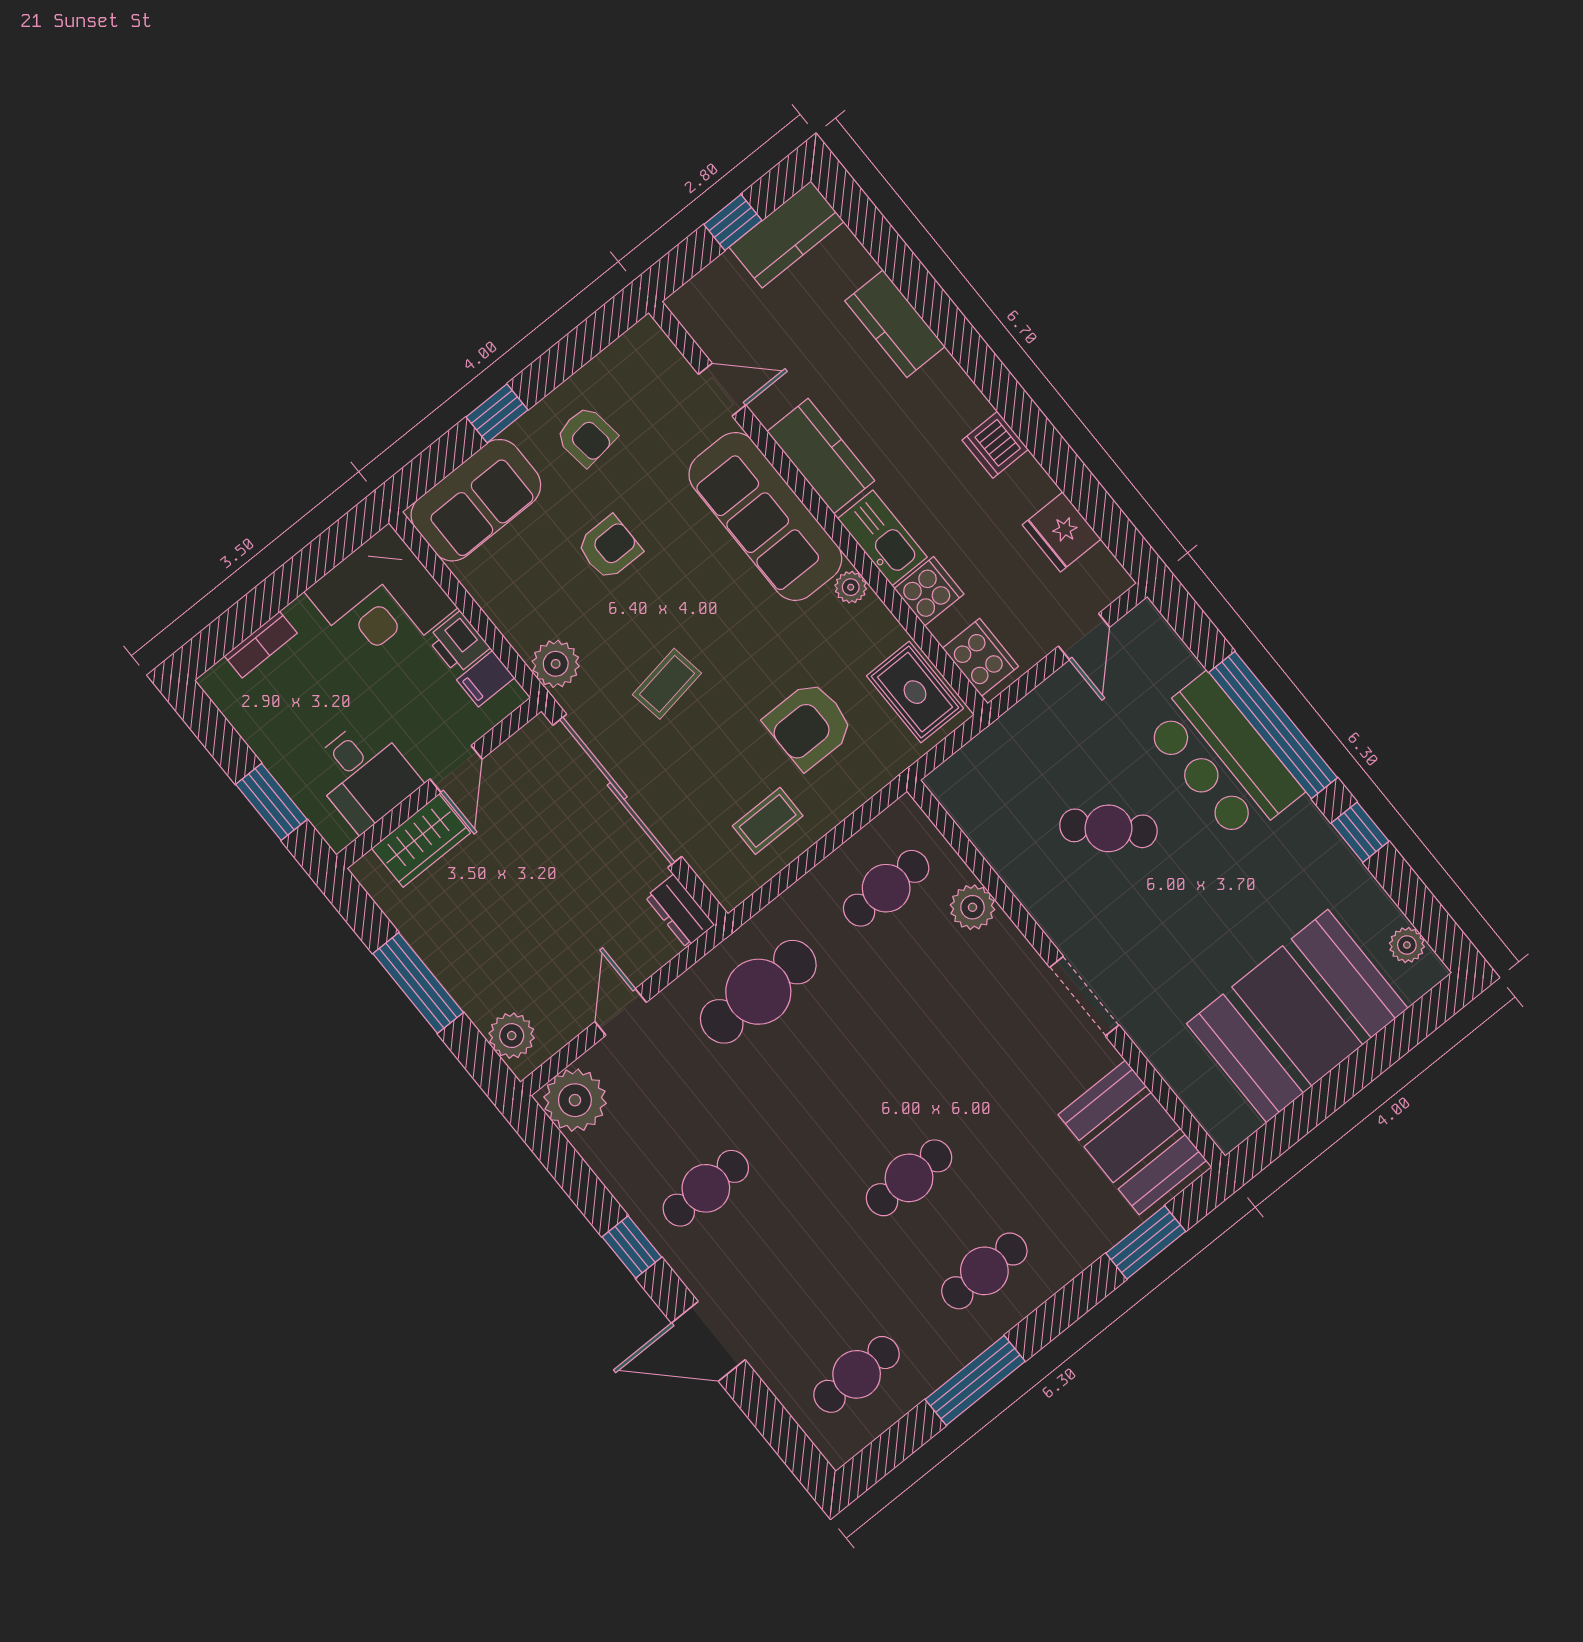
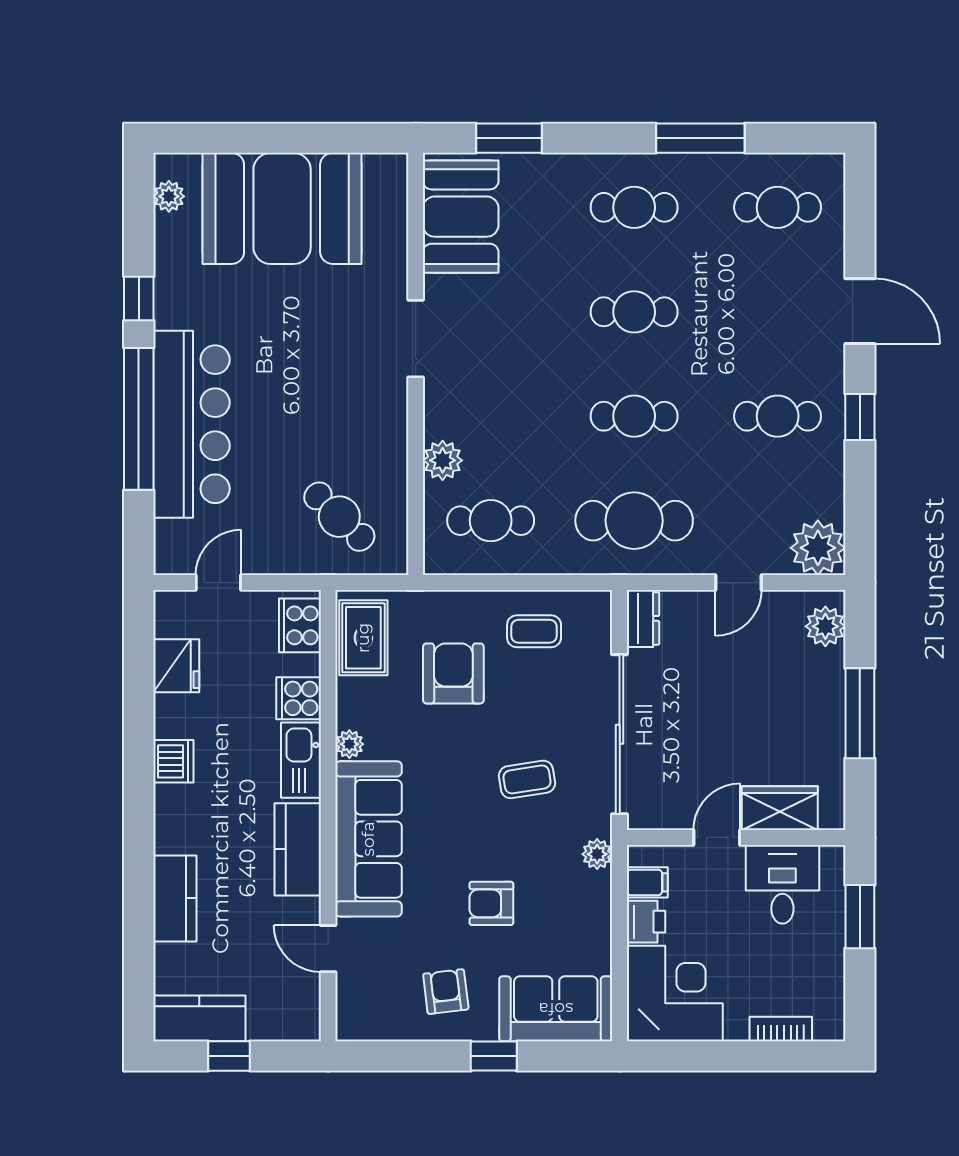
plant: (556, 664) -> (597, 854), width x0.73, depth x0.73
armchair: (809, 725) -> (453, 673), turned -90
bar counter: (1222, 758) -> (191, 424), width x1.36
cafe table: (1108, 828) -> (339, 517), moved
cafe table: (834, 1085) -> (634, 416), added

